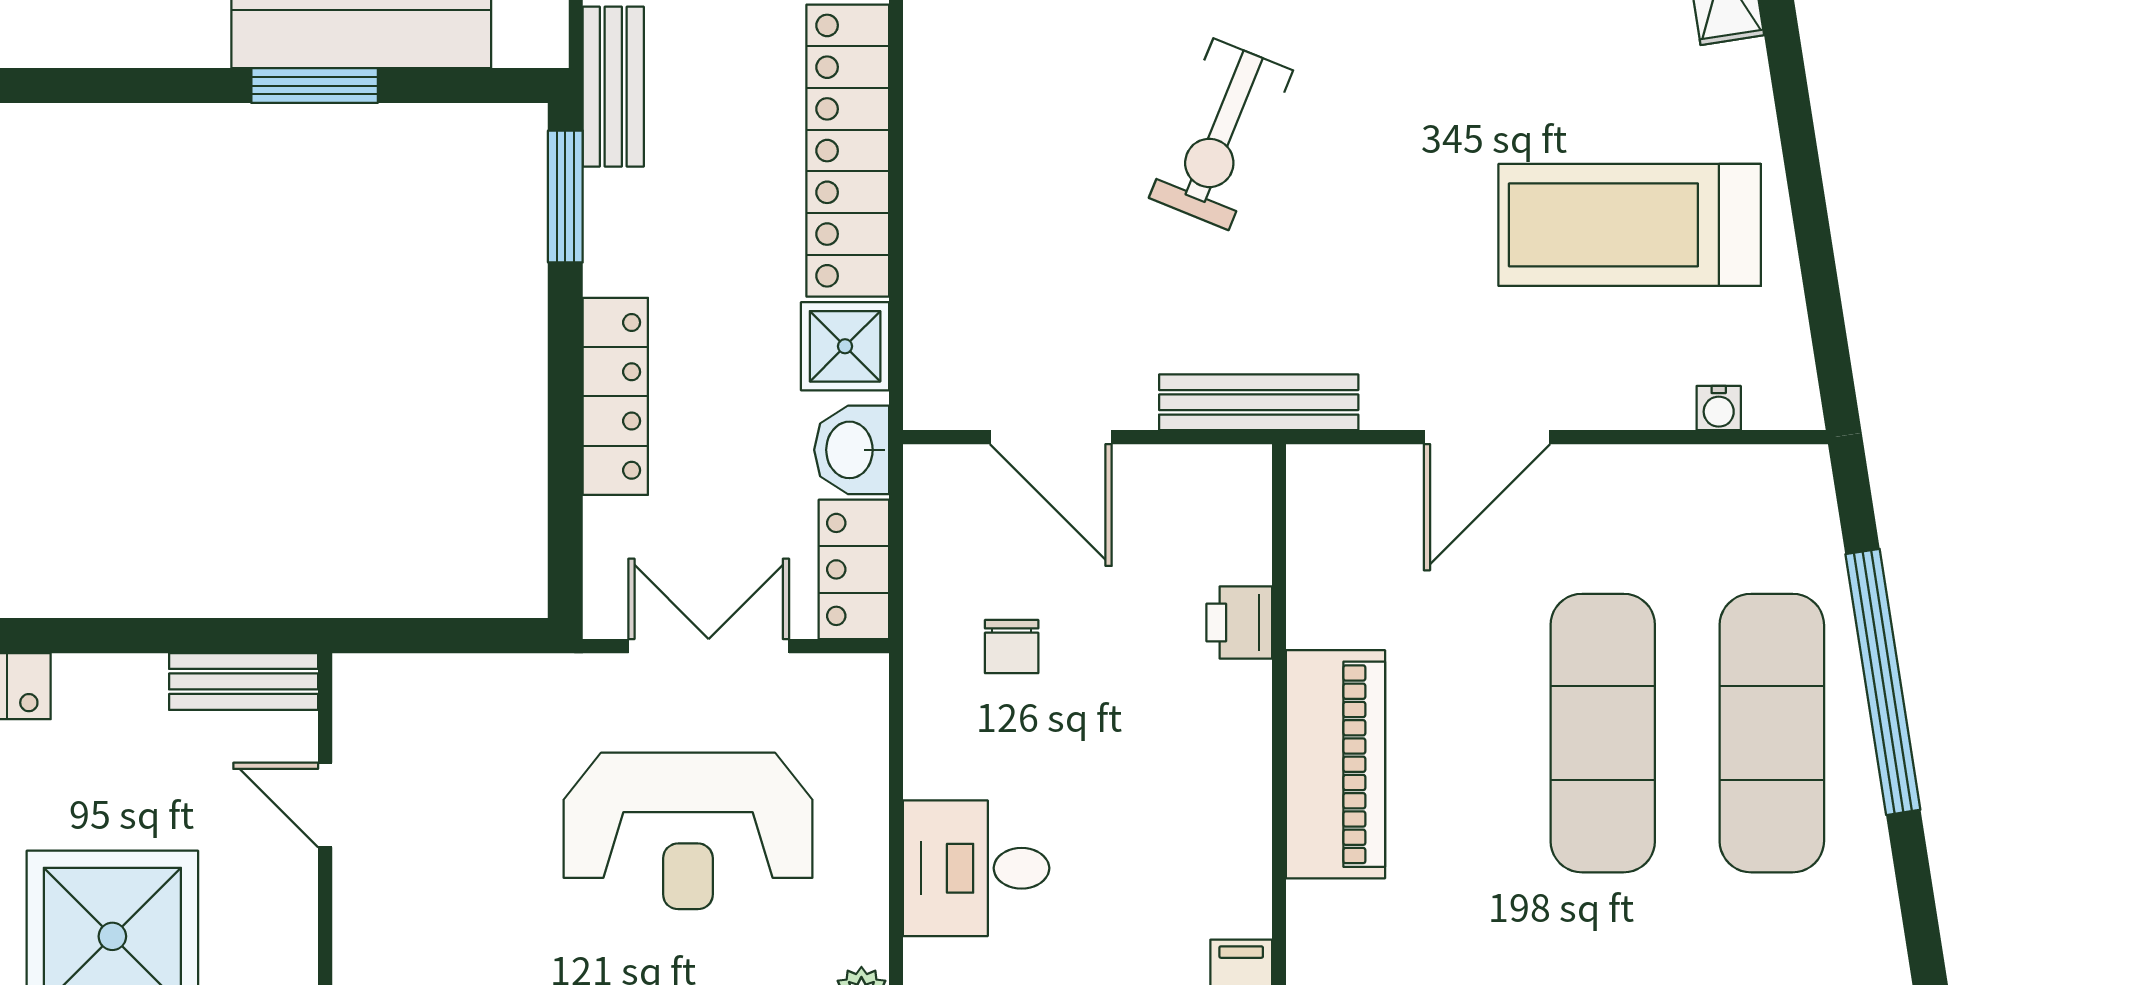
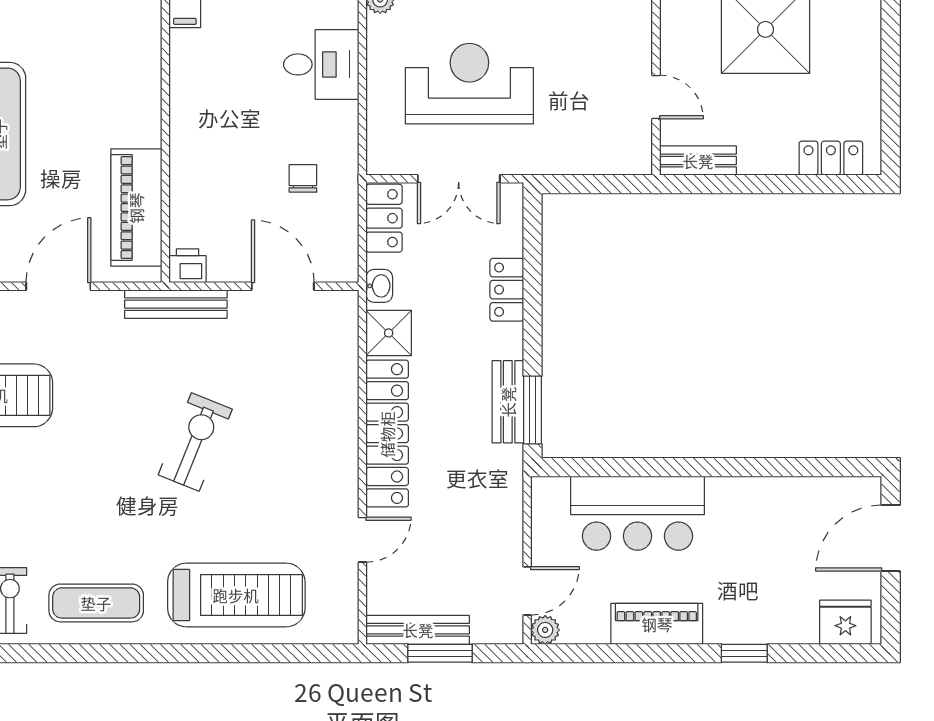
window: (315, 86) -> (661, 467), removed
bench: (613, 87) -> (508, 402), moved
locker: (615, 396) -> (507, 290), width x0.66
washbasin: (852, 450) -> (379, 286), width x0.72, depth x0.69
printer: (1239, 623) -> (188, 266), moved, turned -90
piano: (1336, 764) -> (136, 208), moved

